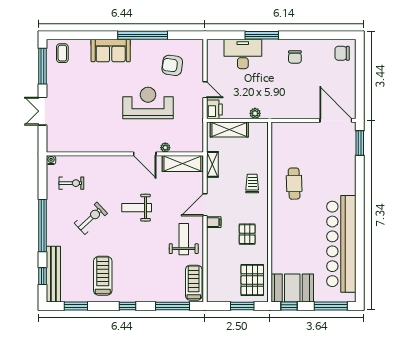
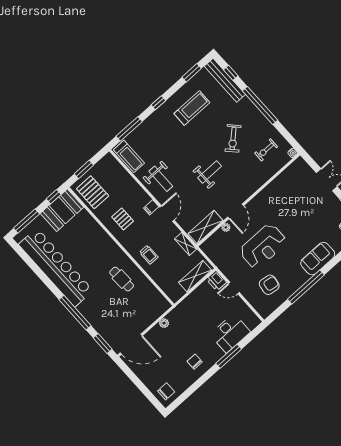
plant: (255, 113) -> (164, 323), moved
door: (145, 154) -> (236, 211), swing flipped
window: (360, 191) -> (75, 313), added
treadmill: (103, 276) -> (192, 108), turned -90

